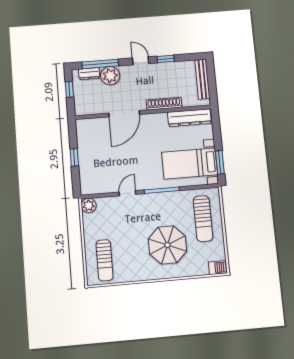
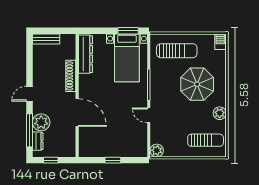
window: (166, 59) -> (29, 71), removed
bench: (202, 79) -> (46, 39), width x0.73
plant: (137, 274) -> (220, 113), added

